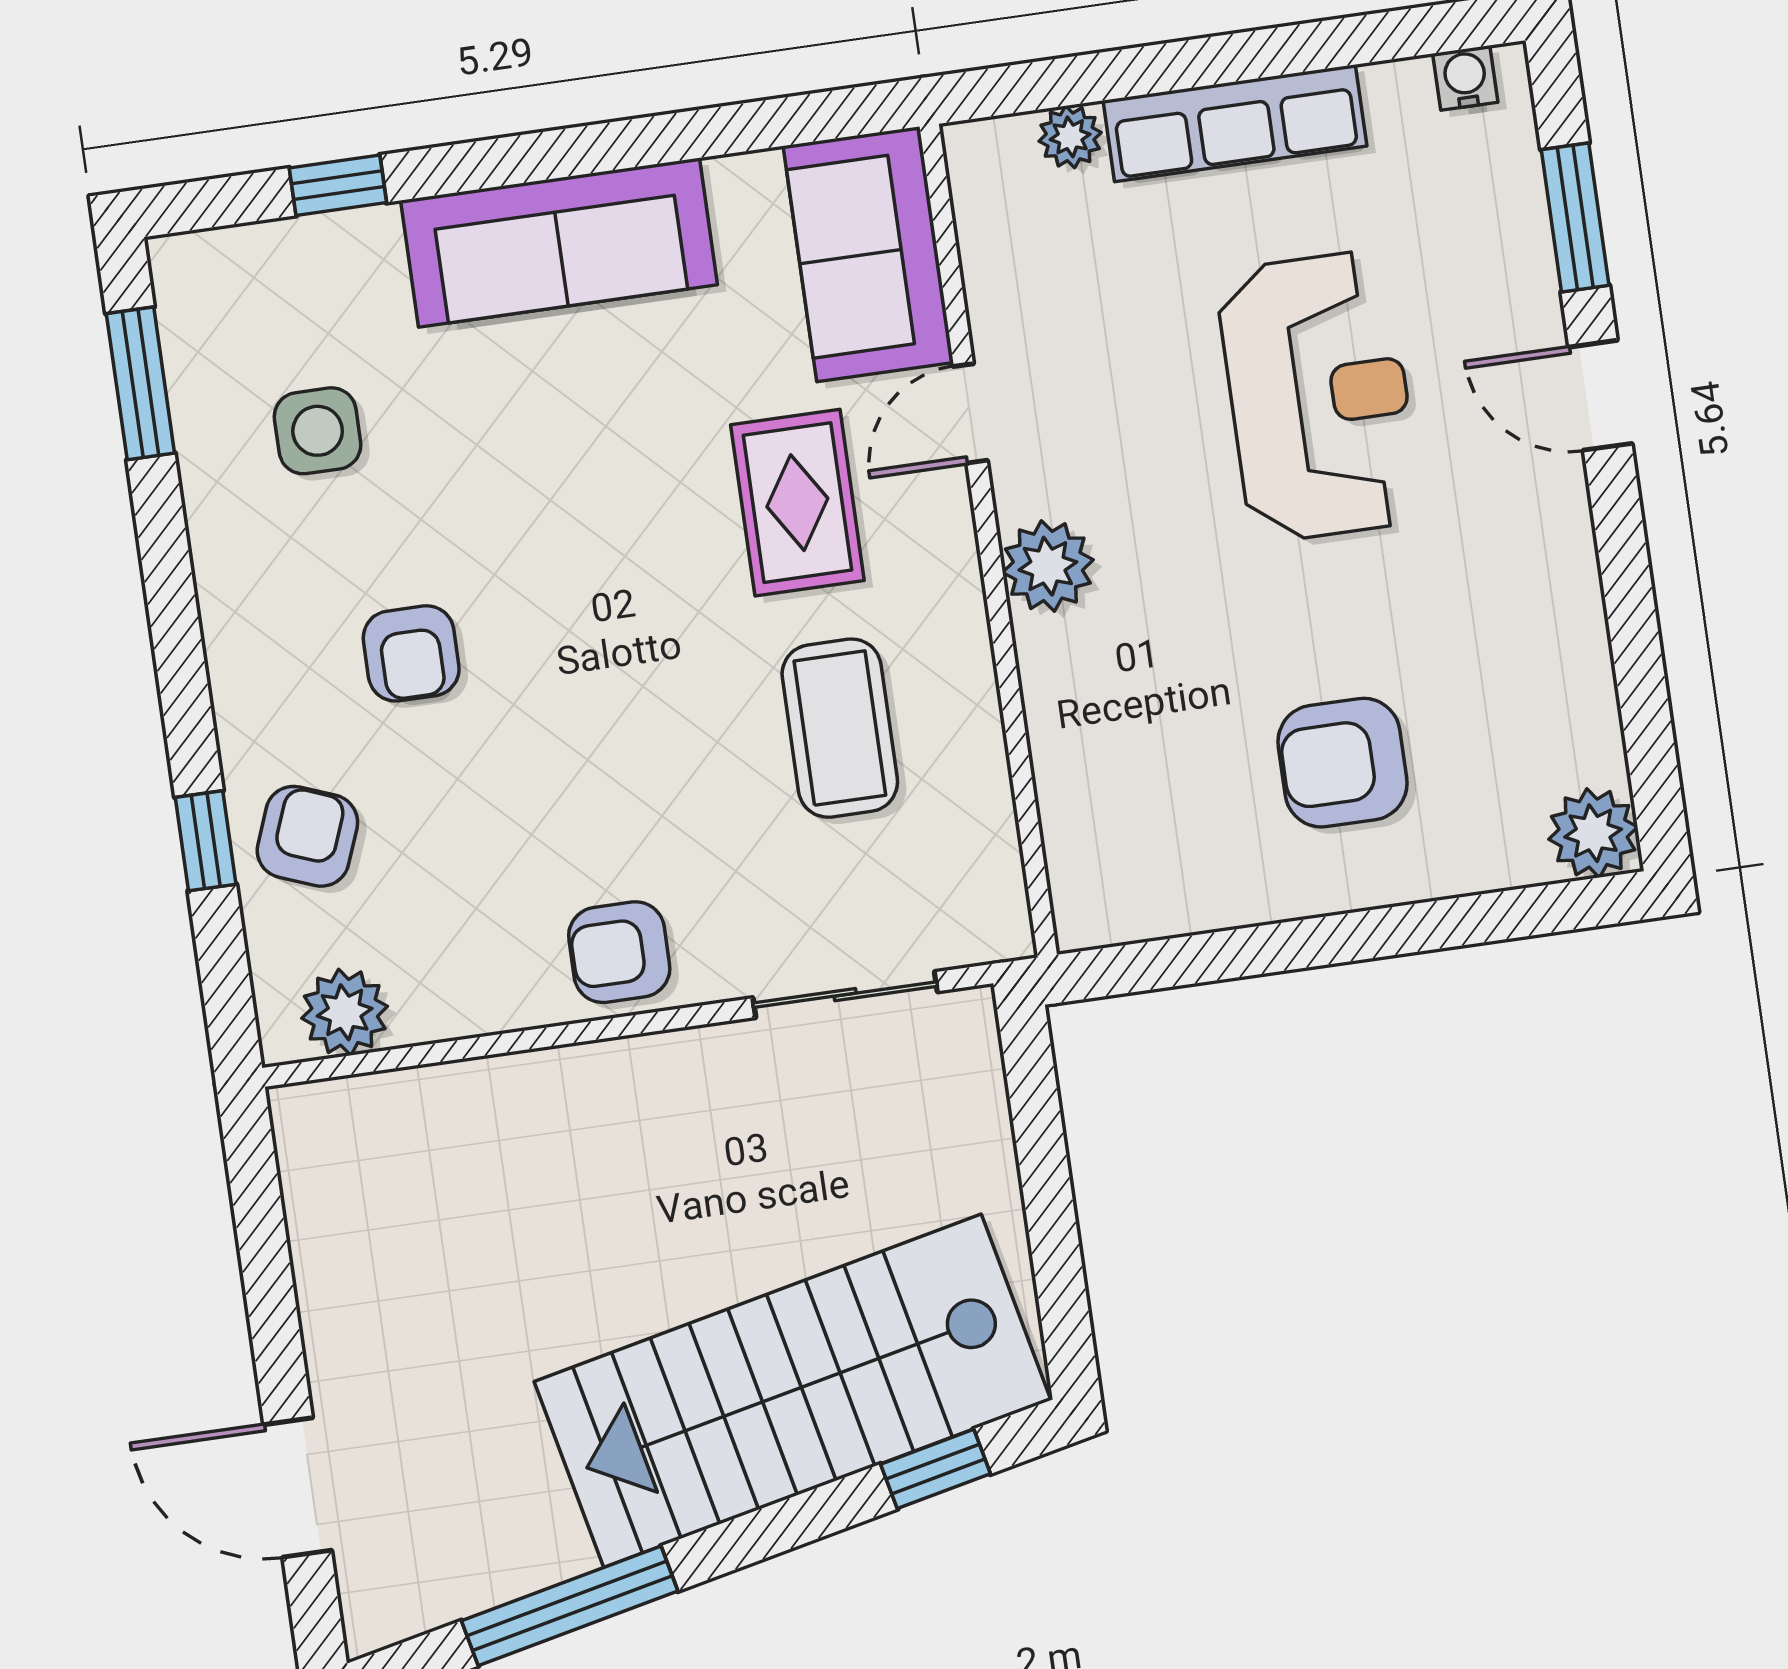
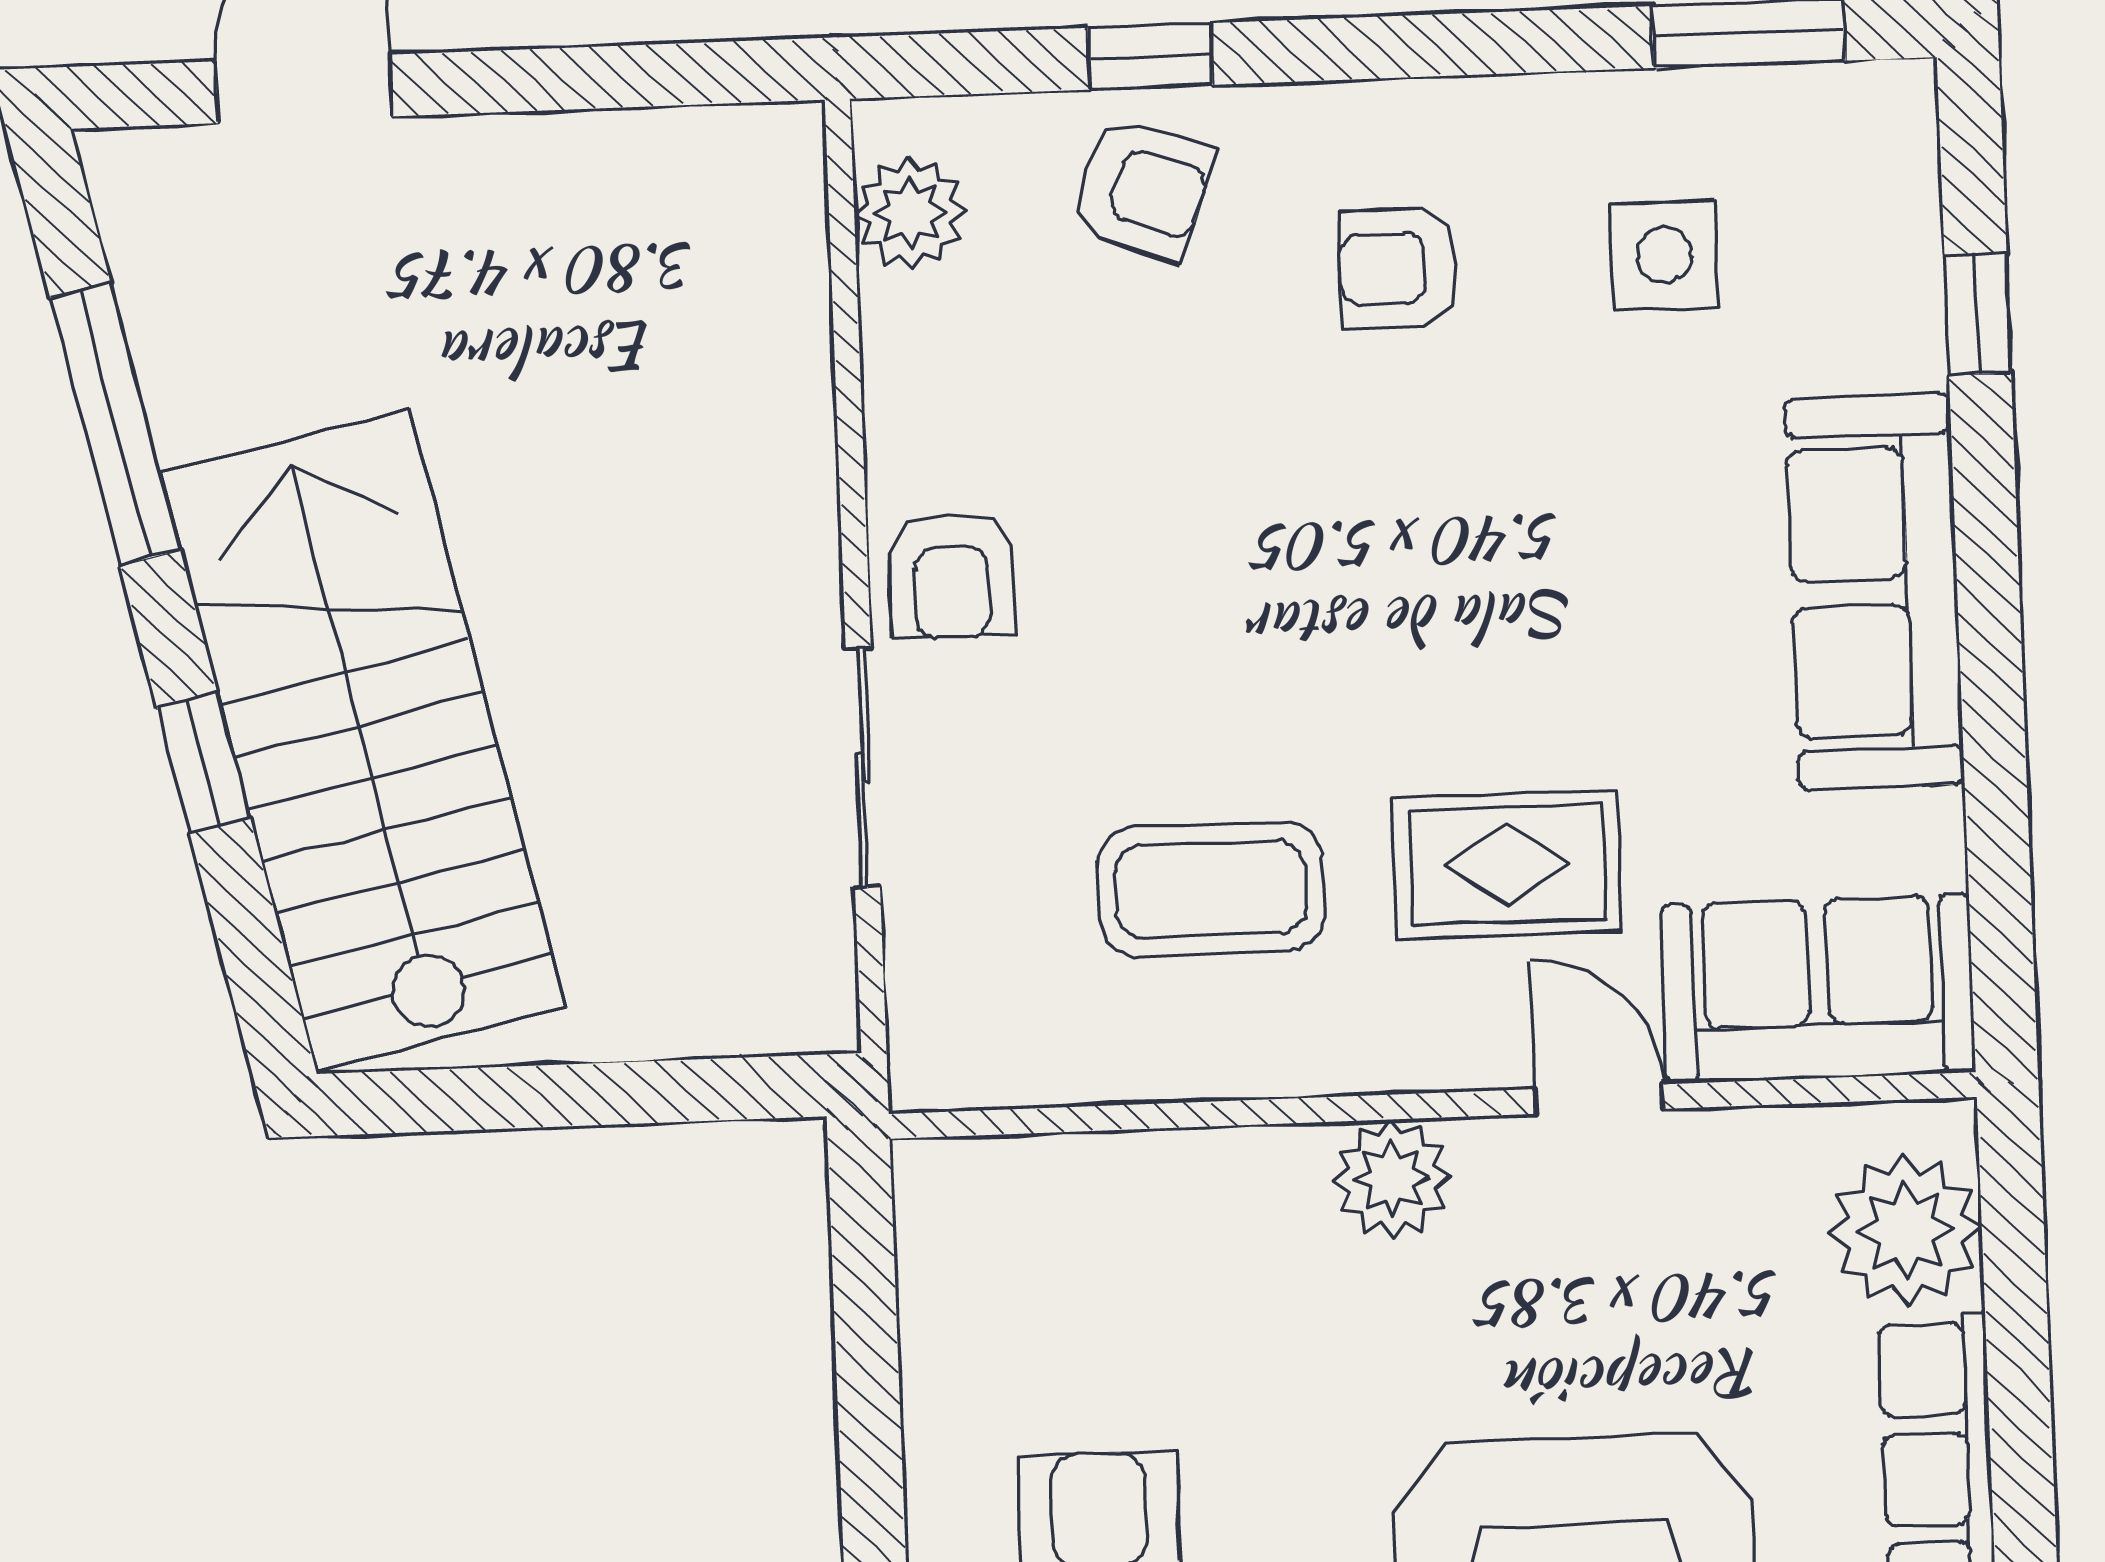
plant: (1070, 137) -> (1905, 1231), width x1.88, depth x1.88
armchair: (411, 653) -> (1399, 268), moved
armchair: (619, 952) -> (951, 575), turned 180
sliding door: (845, 995) -> (863, 768), moved
window: (935, 1469) -> (203, 762), moved

